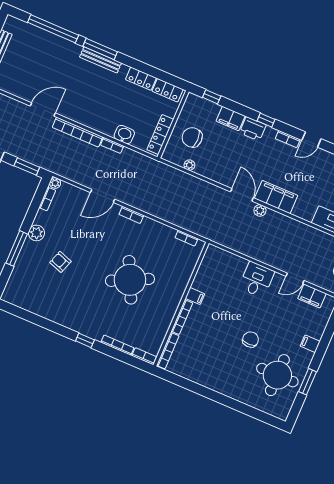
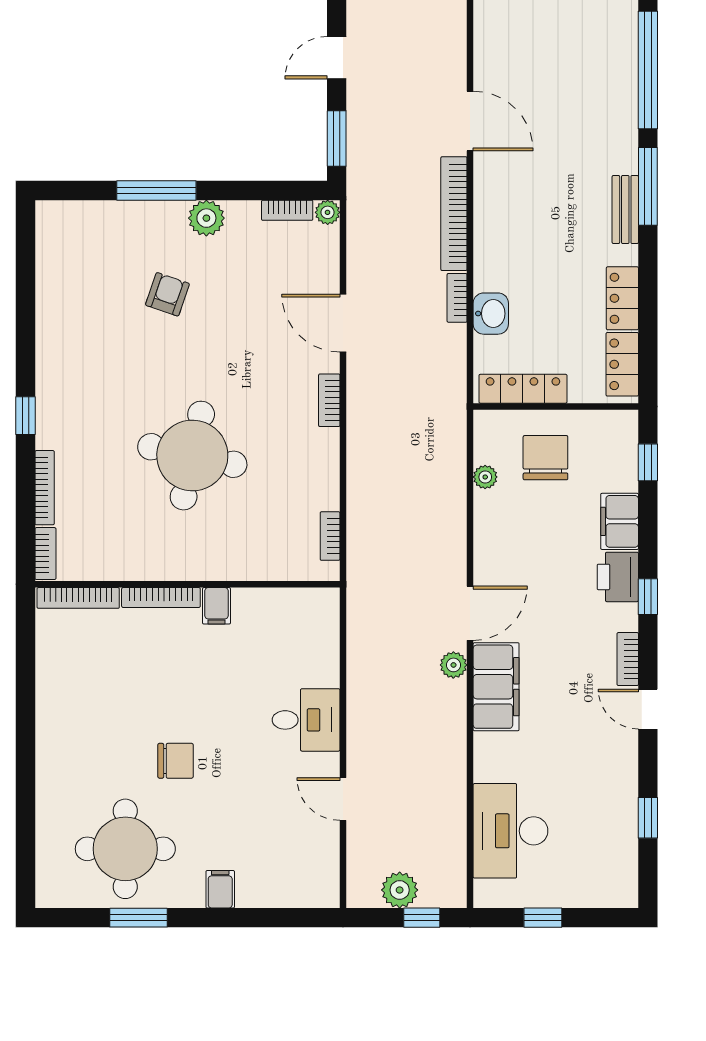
bench: (101, 60) -> (625, 210), width x0.73
round table: (130, 280) -> (192, 456), turned 38
filing cabinet: (312, 296) -> (321, 850), removed

